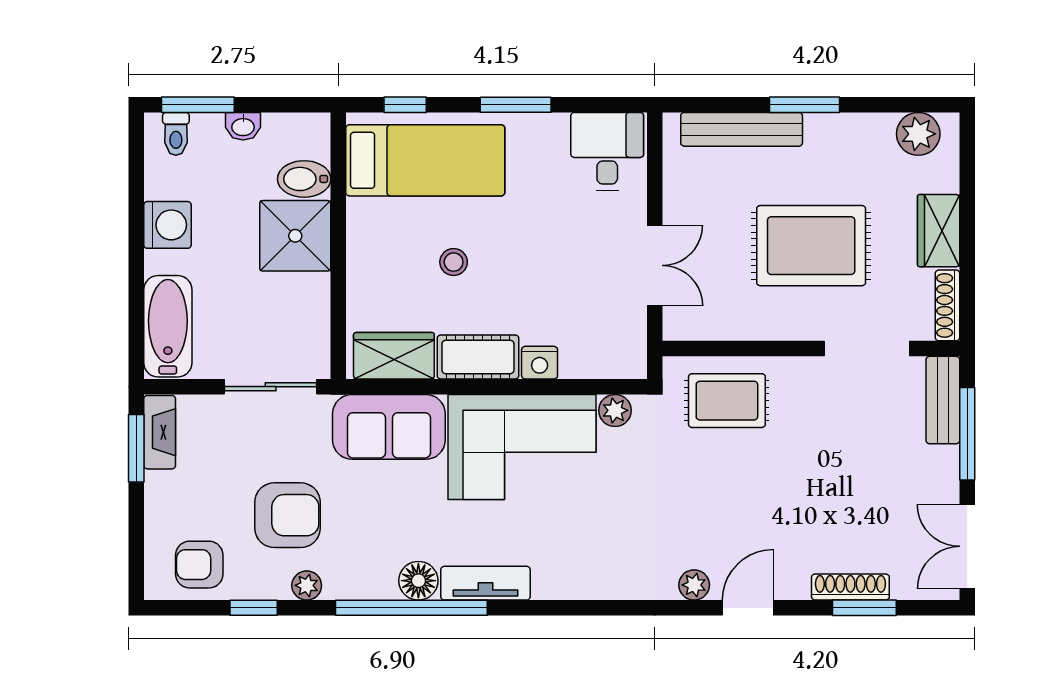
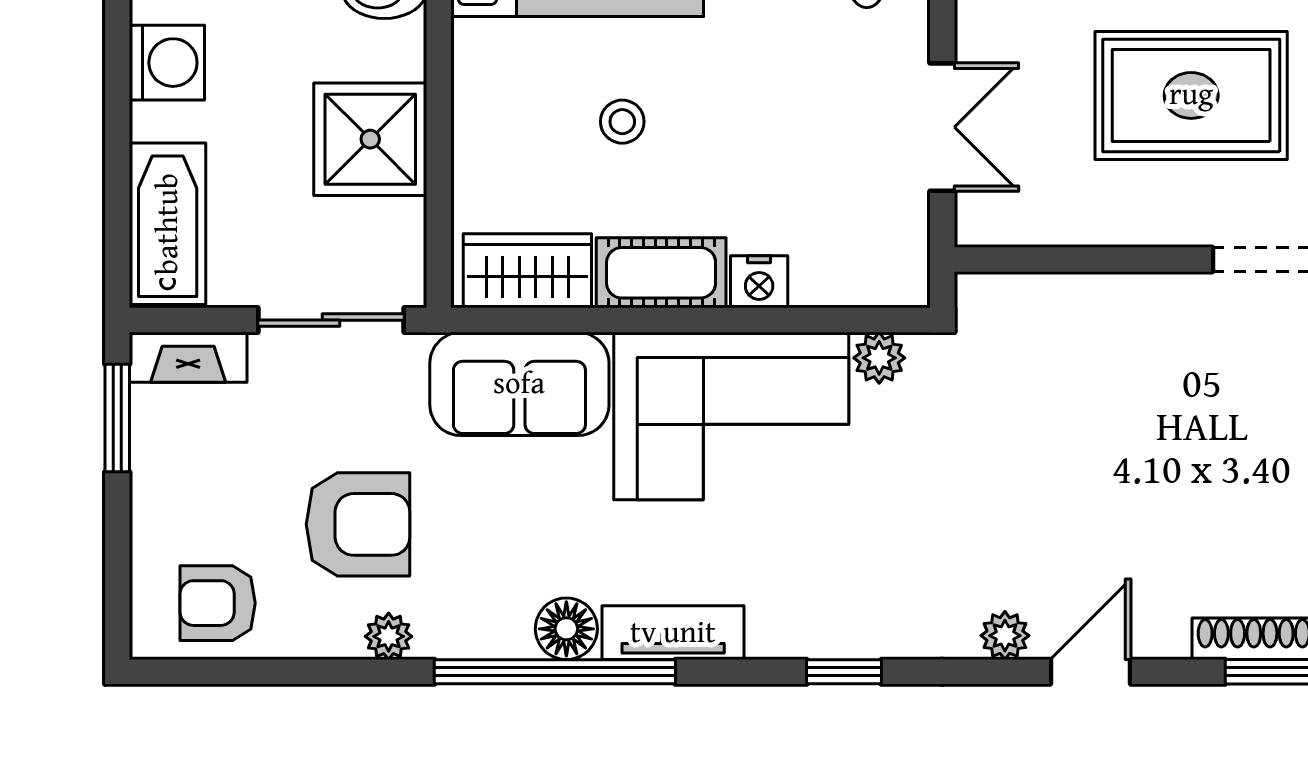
shower: (295, 236) -> (370, 139), moved
rug: (727, 401) -> (1057, 342), removed
fireplace: (160, 432) -> (188, 357), moved, turned 90
window: (254, 608) -> (844, 672), moved

